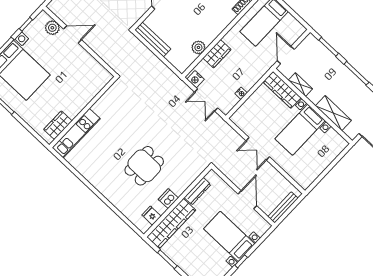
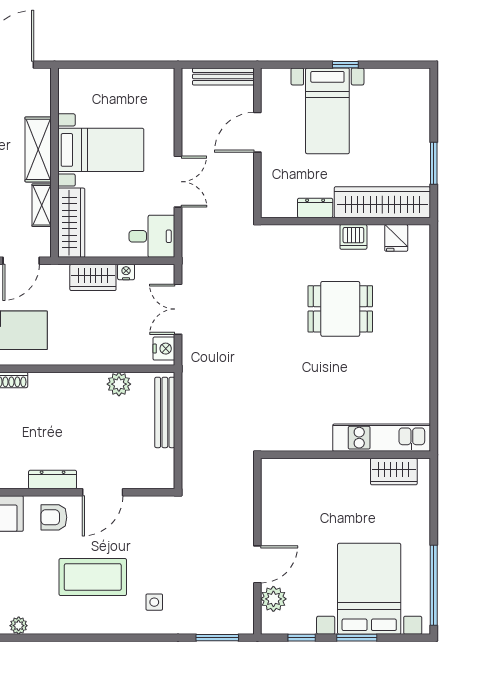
door: (72, 34) -> (257, 564), swing flipped
bench: (153, 39) -> (165, 412), moved
wardrobe: (217, 54) -> (93, 277), moved, turned 180
double door: (206, 100) -> (178, 309), swing flipped
shelving: (333, 113) -> (38, 149), moved
desk: (246, 117) -> (152, 236), added
dresser: (198, 191) -> (315, 208), width x0.70

